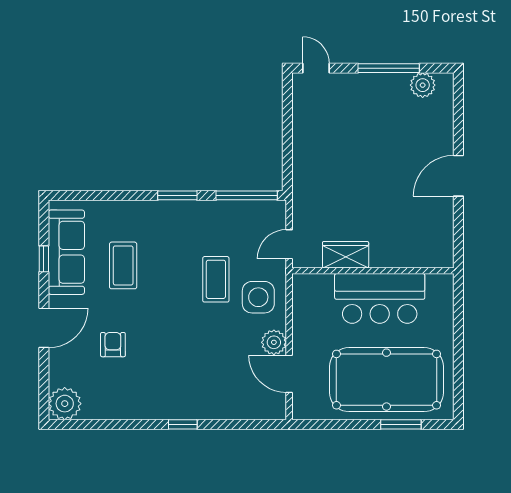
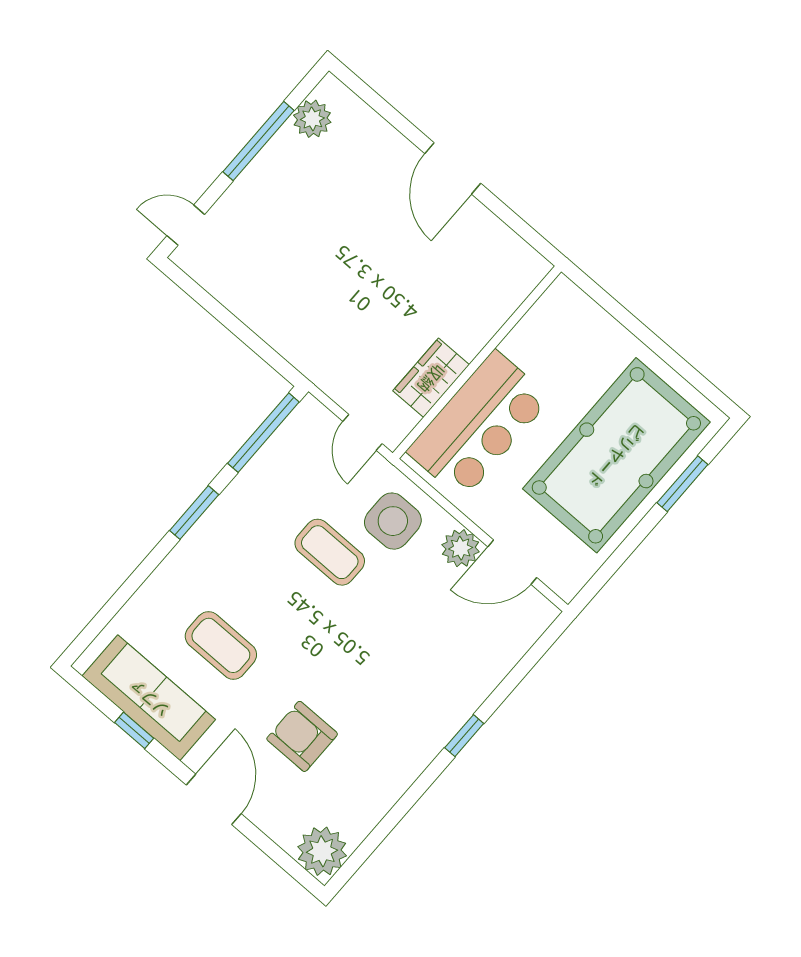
bar counter: (380, 298) -> (479, 425), moved
armchair: (113, 345) -> (302, 736), width x1.38, depth x1.38

